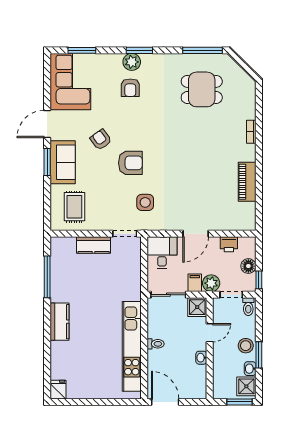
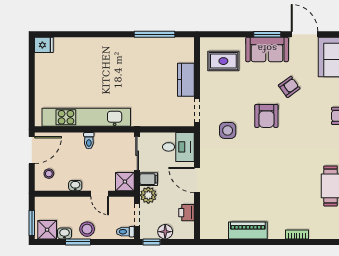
kitchen counter: (60, 322) -> (111, 46), removed
stool: (189, 385) -> (49, 174), added

